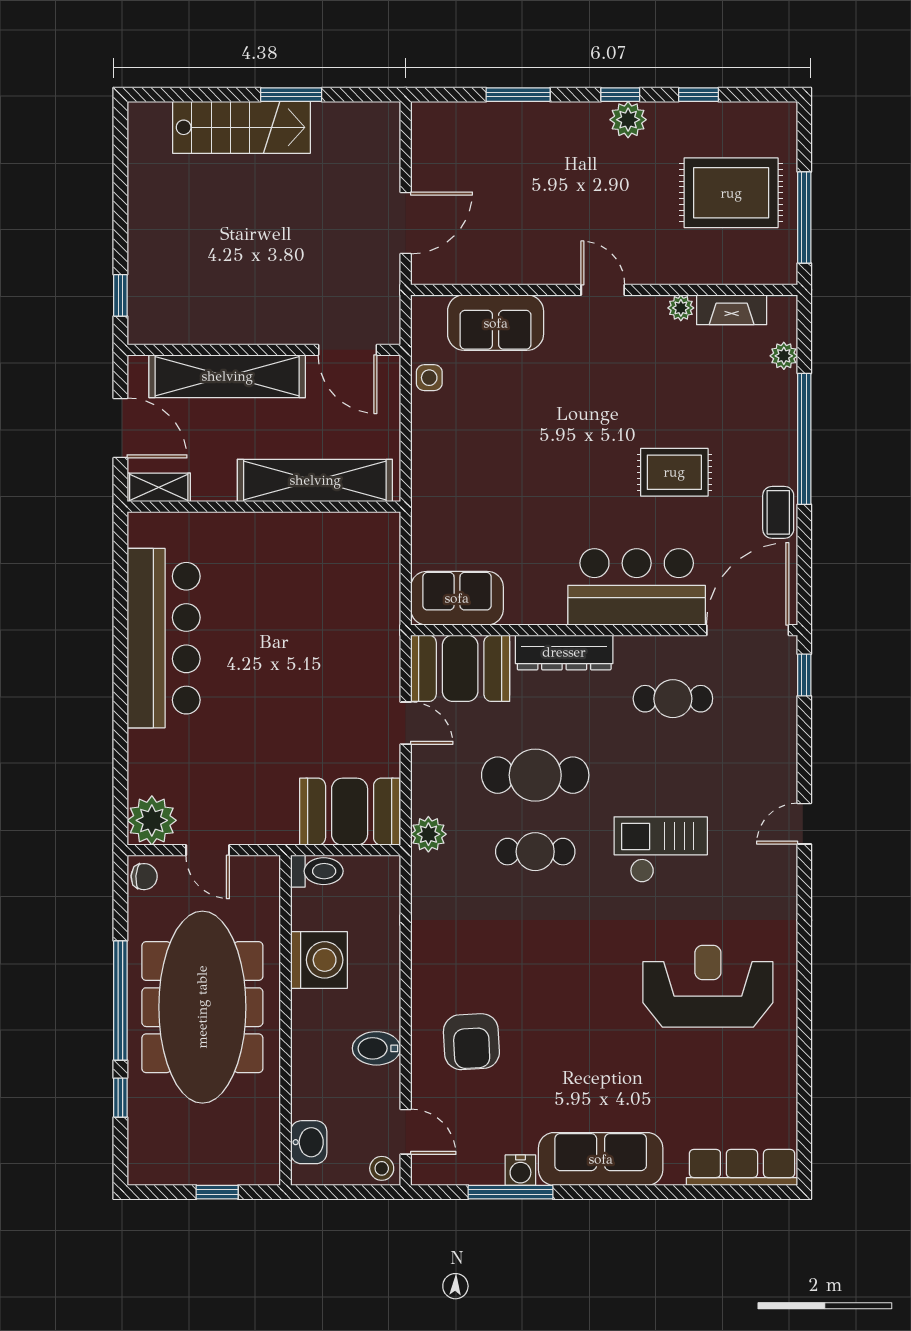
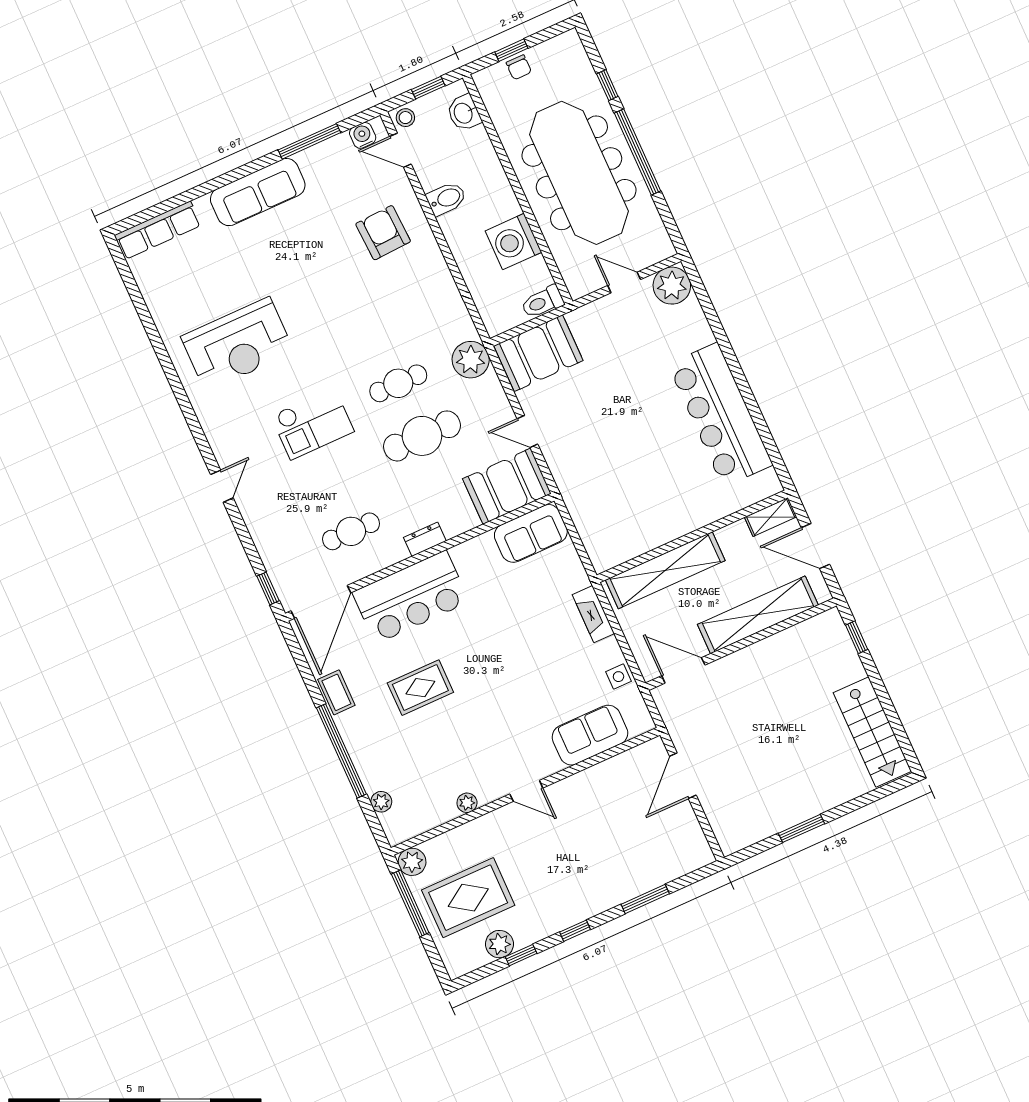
plant: (628, 120) -> (500, 944), moved
stairs: (241, 127) -> (872, 732), moved, turned -90
plant: (779, 267) -> (412, 862), added
fireplace: (732, 310) -> (593, 614), moved, turned -90
dresser: (564, 652) -> (425, 539), width x0.51, depth x0.80
plant: (428, 834) -> (471, 360), width x1.36, depth x1.36
chair: (144, 877) -> (519, 67), moved, turned -94
water cooler: (520, 1170) -> (363, 135), moved
window: (338, 1192) -> (428, 88), added

